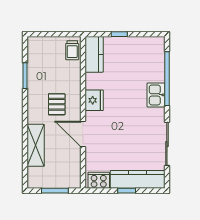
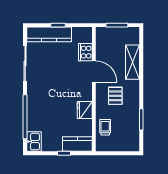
trolley: (72, 50) -> (105, 127), moved
kitchen counter: (94, 54) -> (77, 144), moved, turned 90
kitchen sink: (156, 95) -> (34, 142), moved
fridge: (94, 100) -> (85, 110), moved
cooker: (99, 180) -> (85, 52), moved, turned 90

